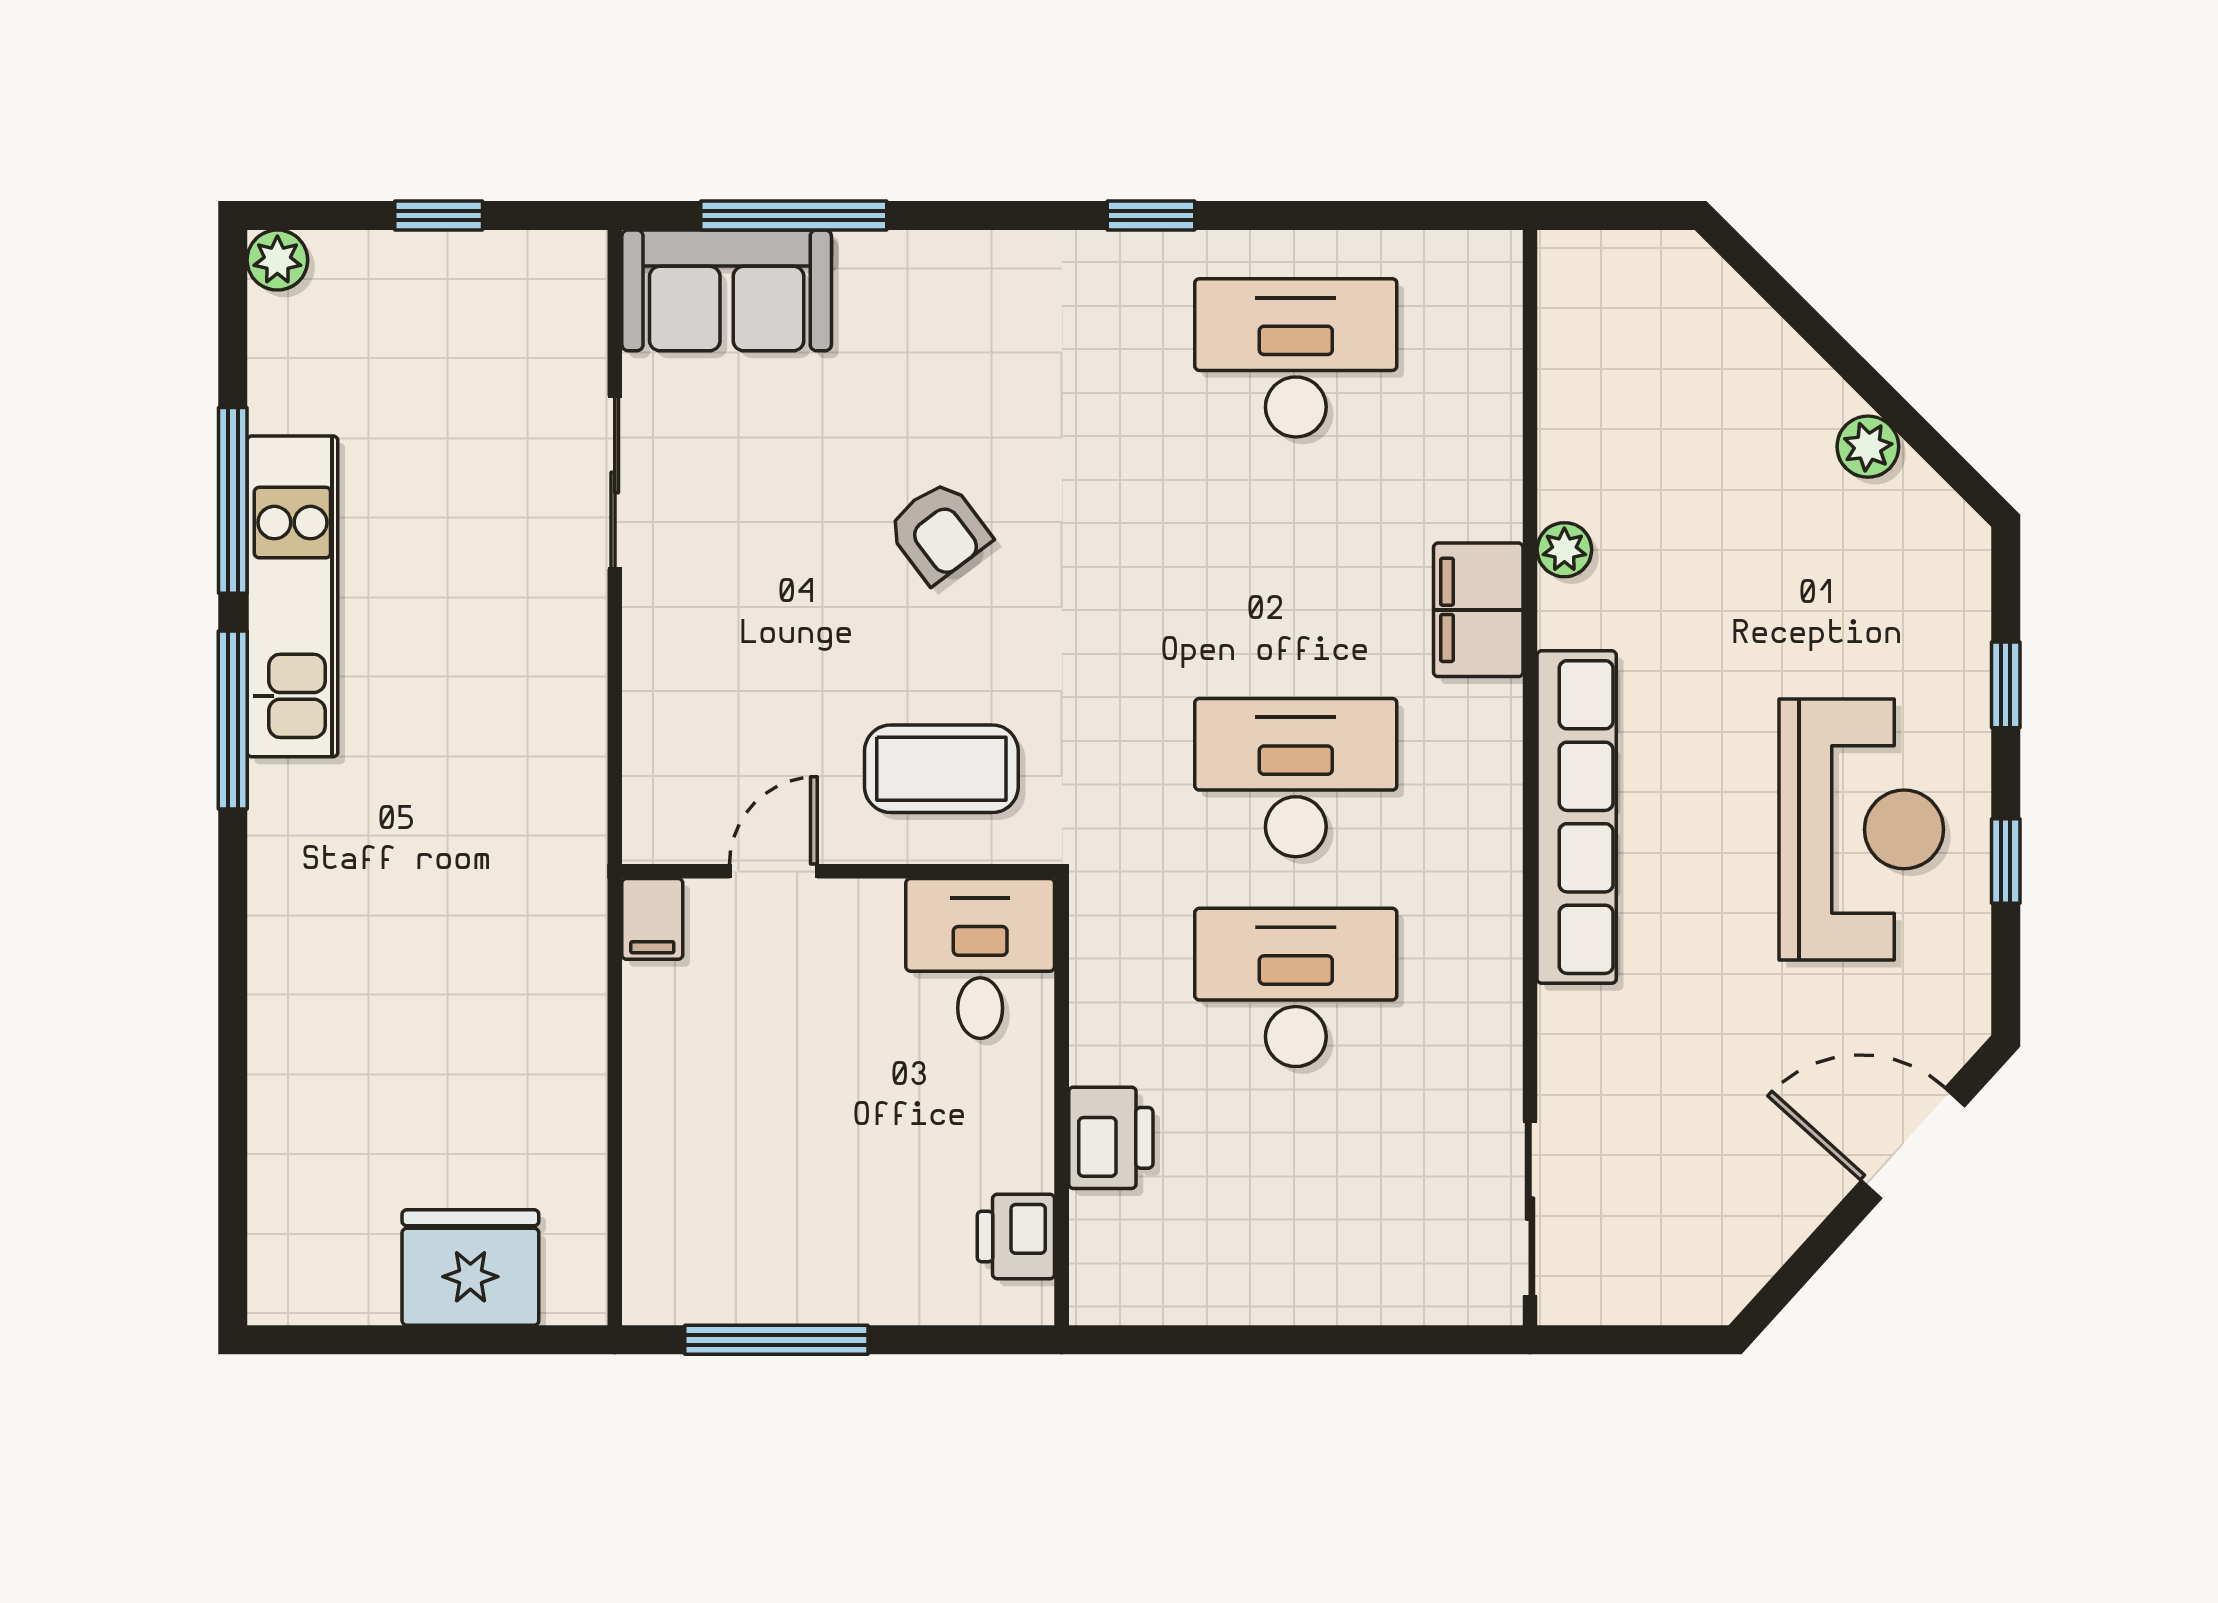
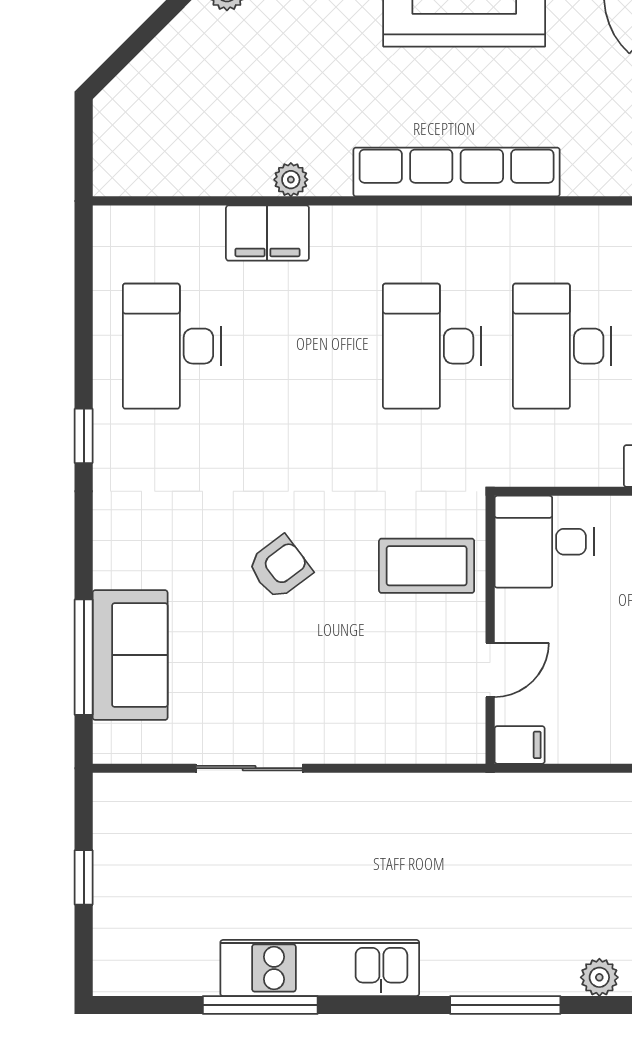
plant: (277, 260) -> (599, 977), moved
sofa: (727, 290) -> (130, 655), moved
filing cabinet: (1478, 610) -> (267, 233), moved
window: (233, 720) -> (505, 1005), moved
coffee table: (941, 769) -> (427, 566), turned 90
door: (773, 871) -> (490, 670), swing flipped

